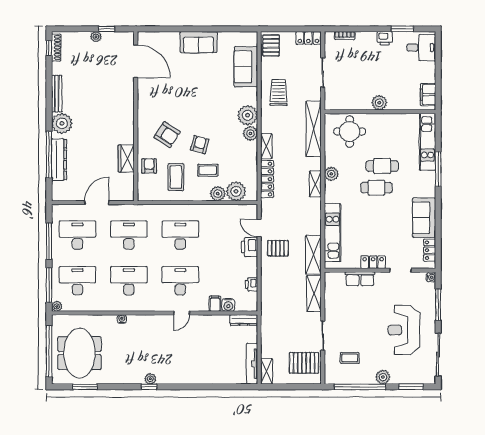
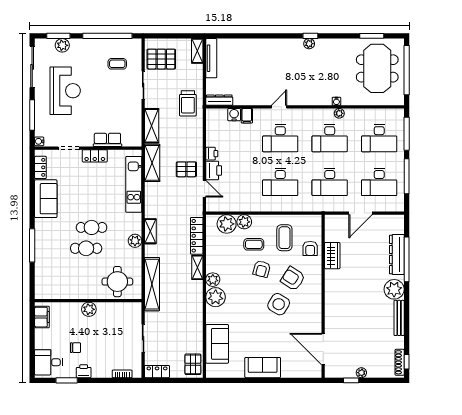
chair: (393, 63) -> (75, 348), added
trolley: (279, 92) -> (188, 103), moved
side table: (182, 108) -> (279, 304), added
kitchen unit: (427, 142) -> (42, 272), removed
printer: (251, 284) -> (212, 154), moved
plant: (57, 306) -> (339, 113), moved
plant: (383, 377) -> (62, 45), moved

